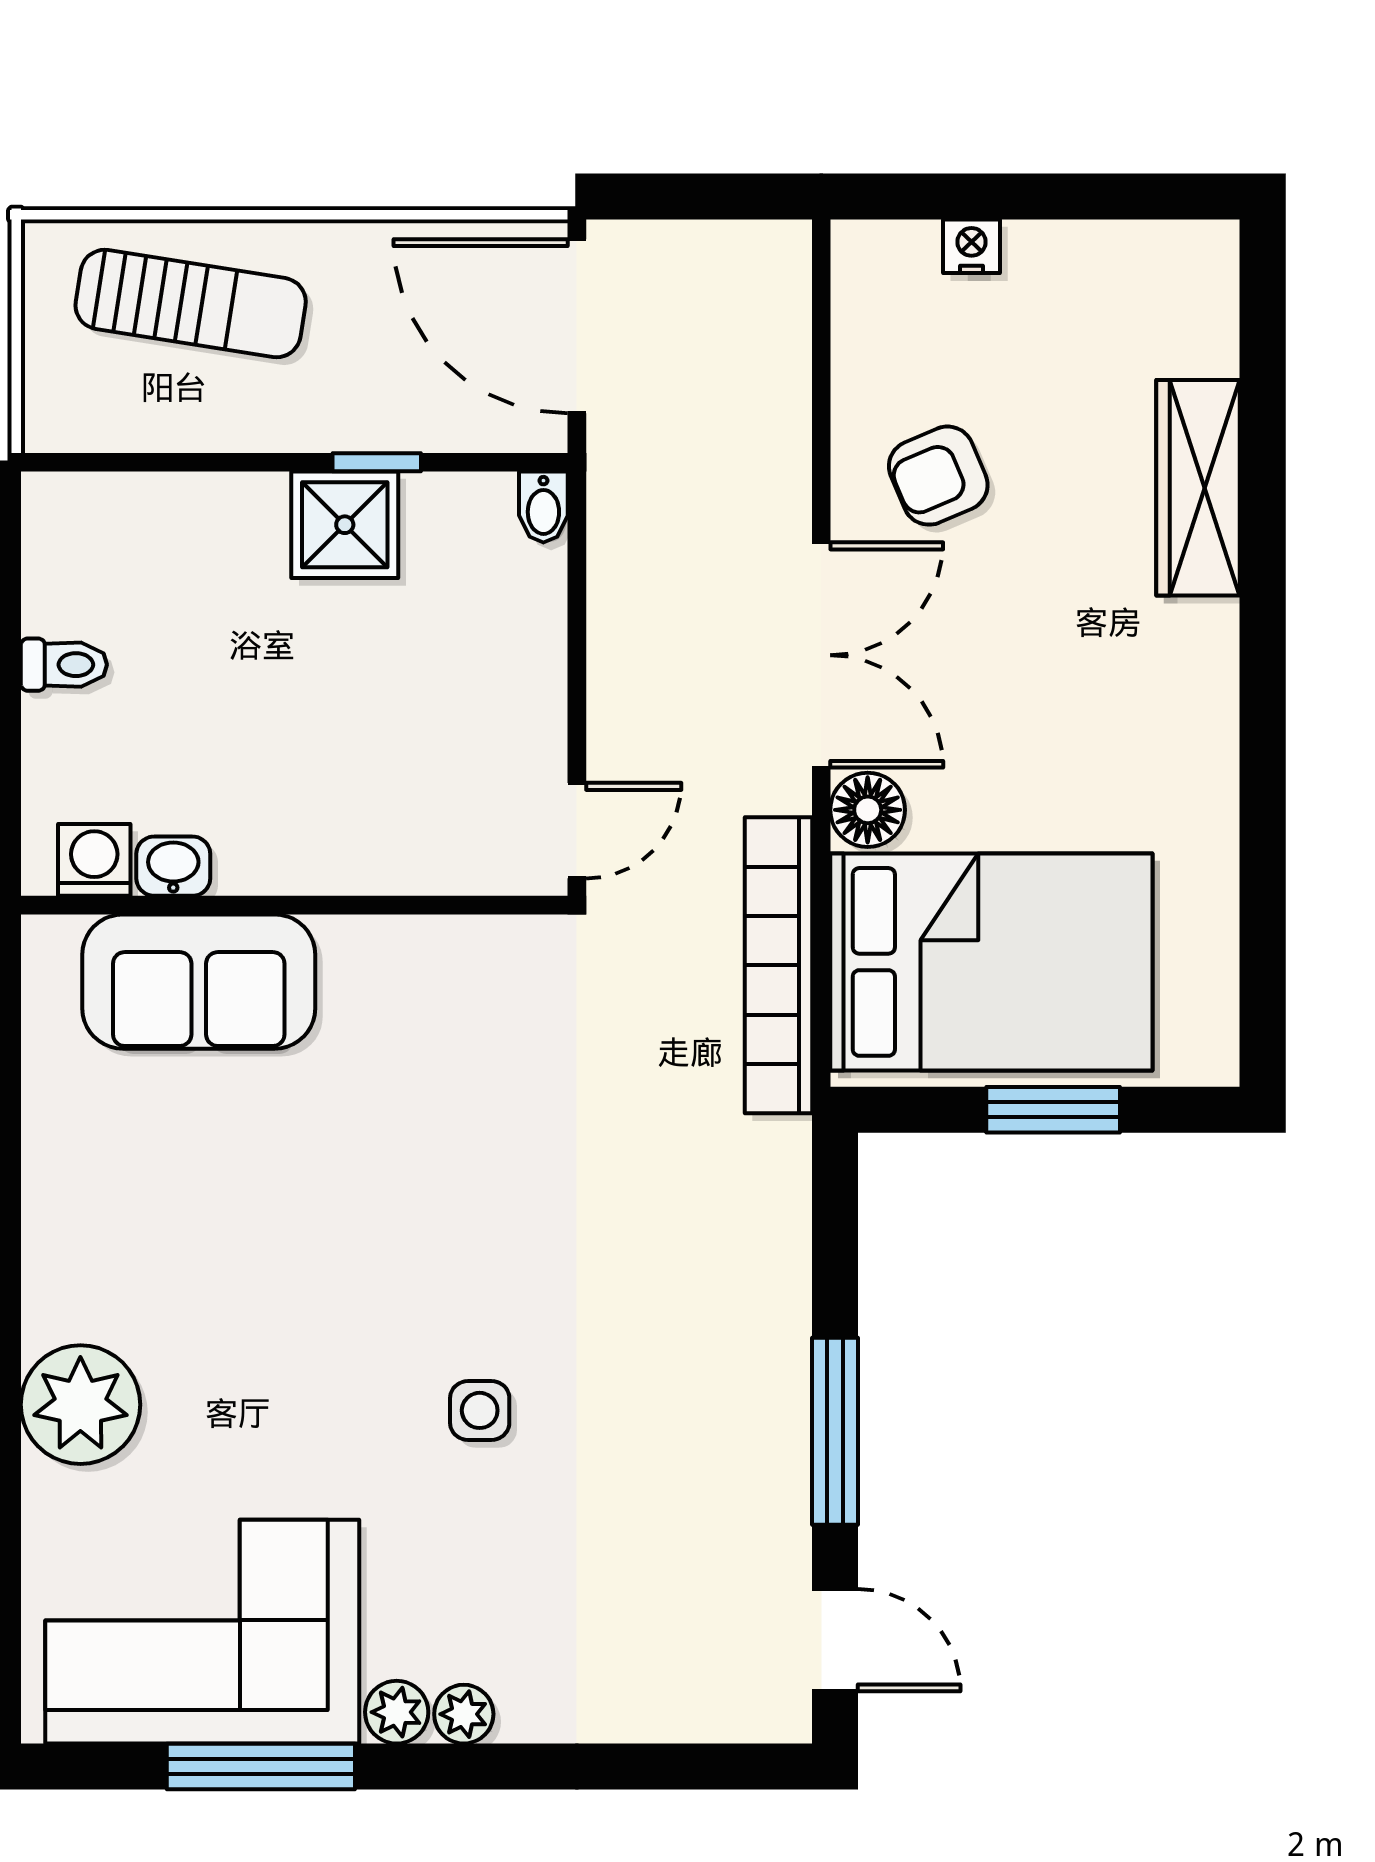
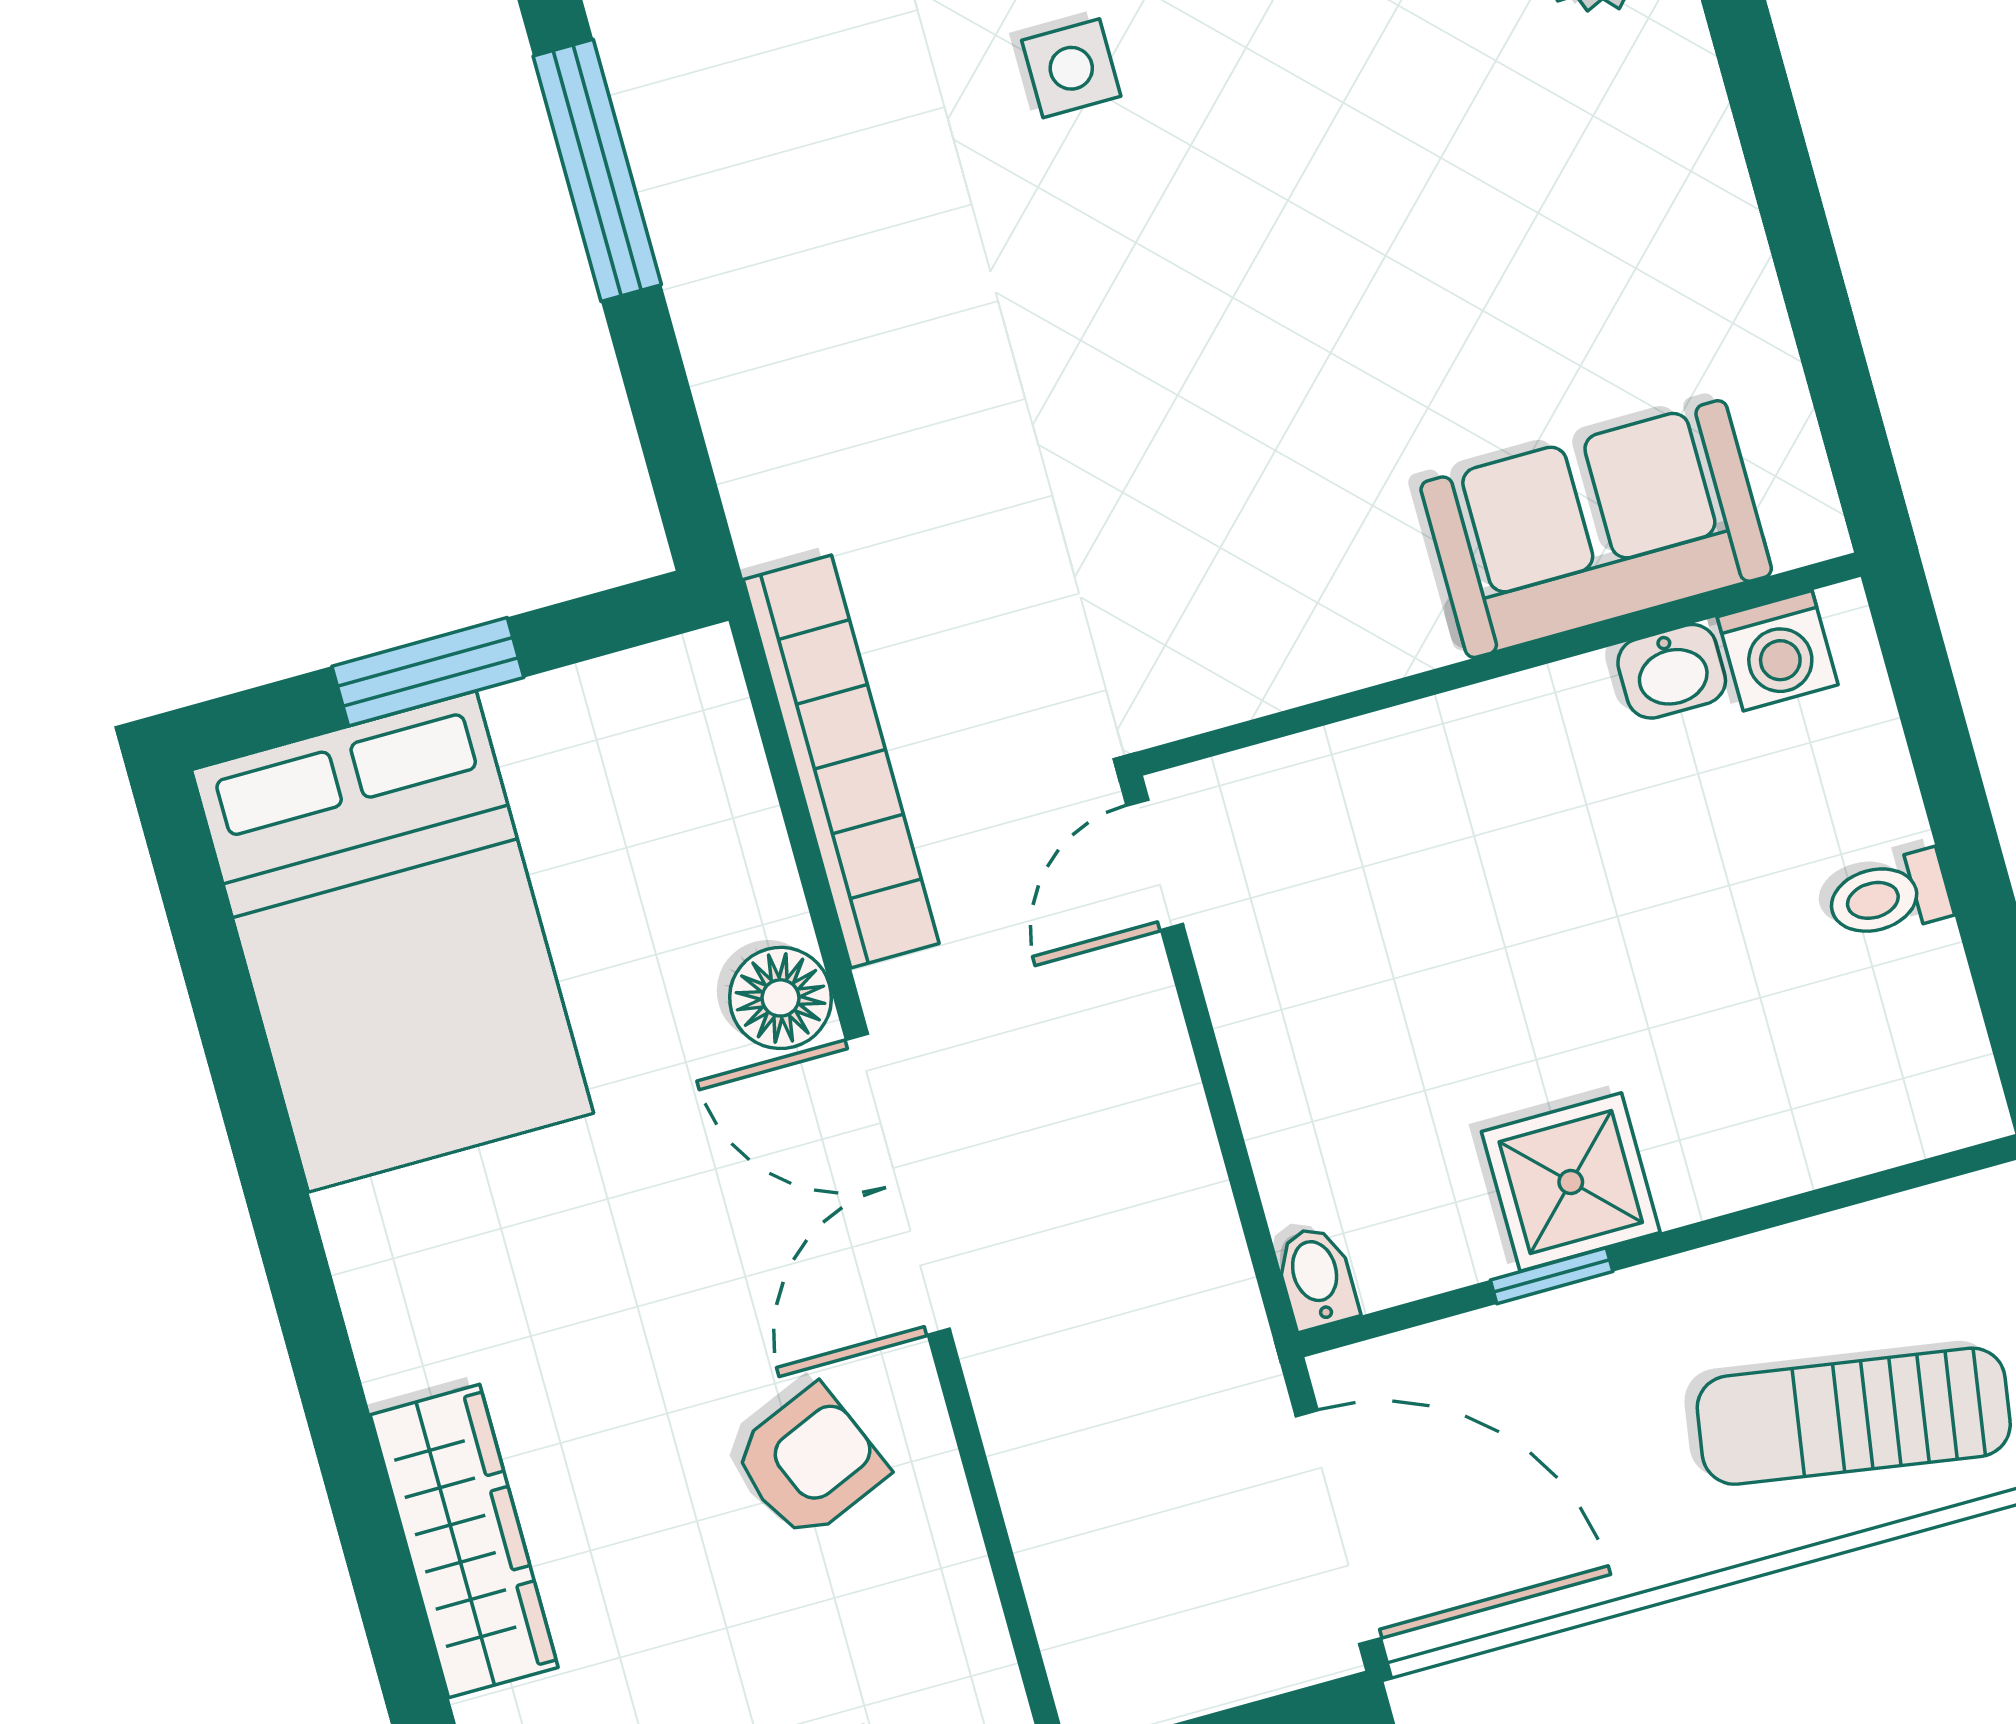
bed: (991, 962) -> (392, 942), moved, turned -90

